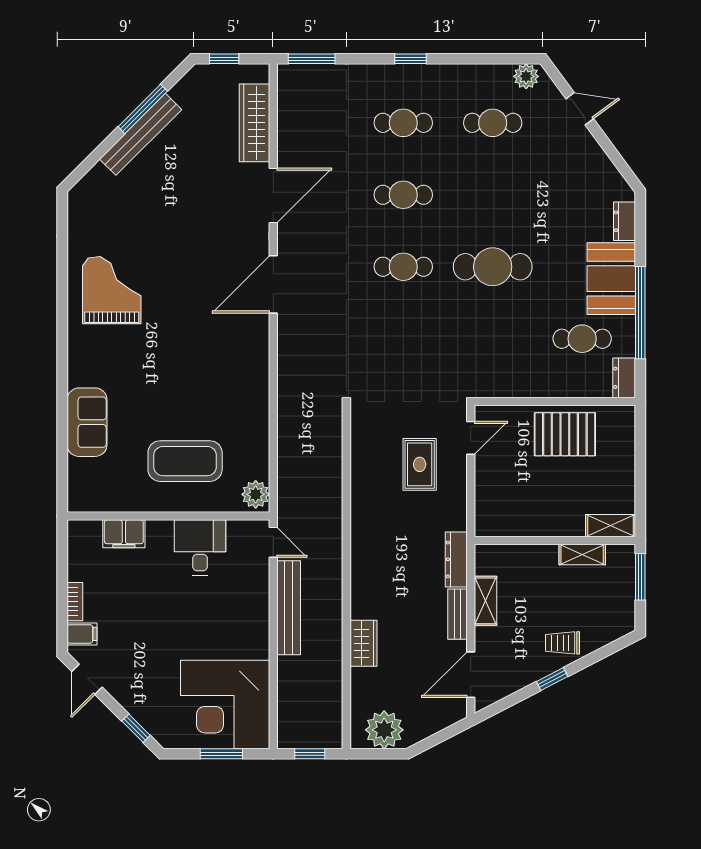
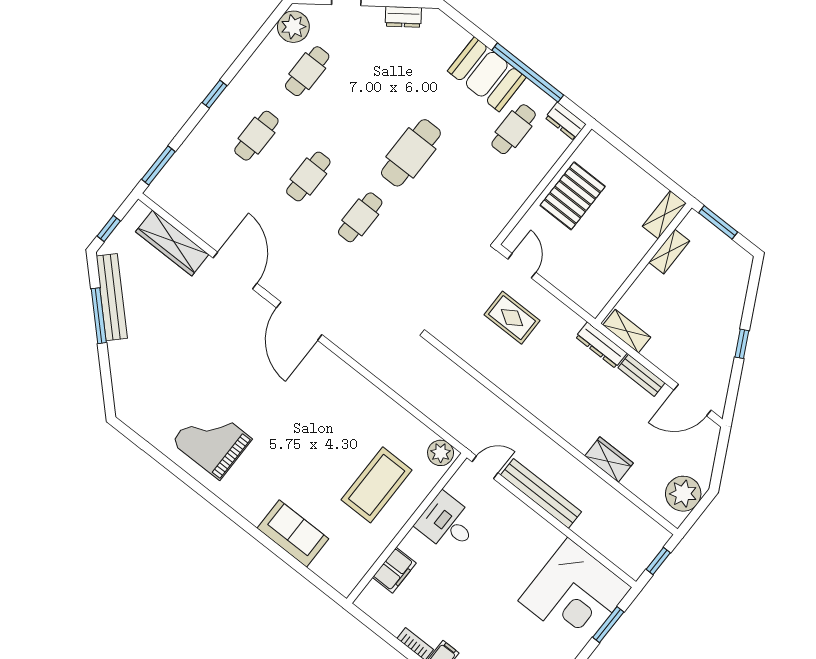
plant: (526, 76) -> (293, 27), width x1.36, depth x1.36
bench: (141, 134) -> (112, 297), moved
dresser: (624, 221) -> (403, 17), moved, turned -36
shelving: (485, 601) -> (627, 331), moved
trolley: (562, 643) -> (722, 316), removed
door: (471, 675) -> (692, 400), hinge flipped

